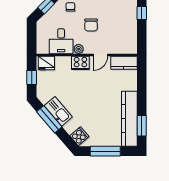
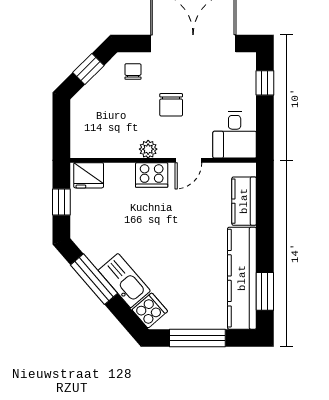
desk: (61, 41) -> (235, 135), moved
kitchen counter: (124, 63) -> (244, 201), moved, turned 90
kitchen sink: (58, 111) -> (124, 281), moved

